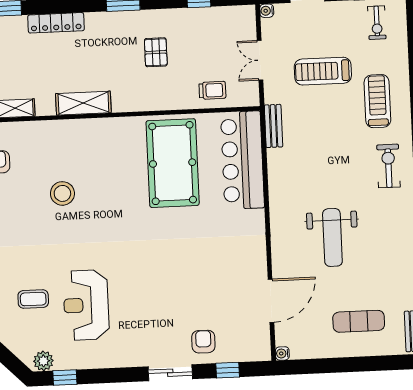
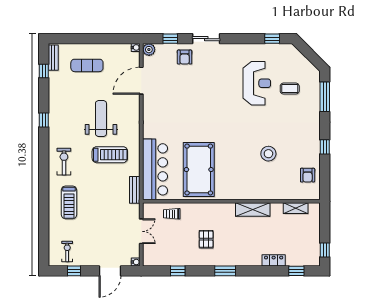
locker: (56, 23) -> (274, 260), width x0.66
treadmill: (323, 71) -> (110, 155), moved
exercise bike: (388, 166) -> (64, 162), turned 180
plant: (43, 361) -> (149, 50), moved

